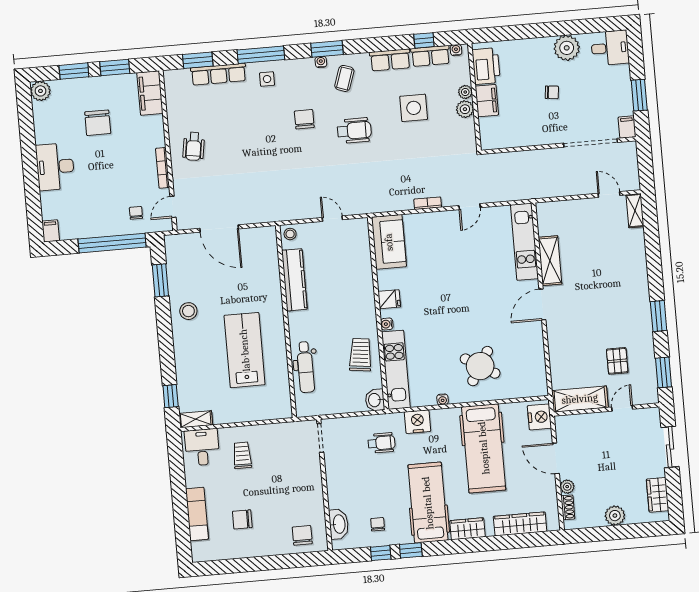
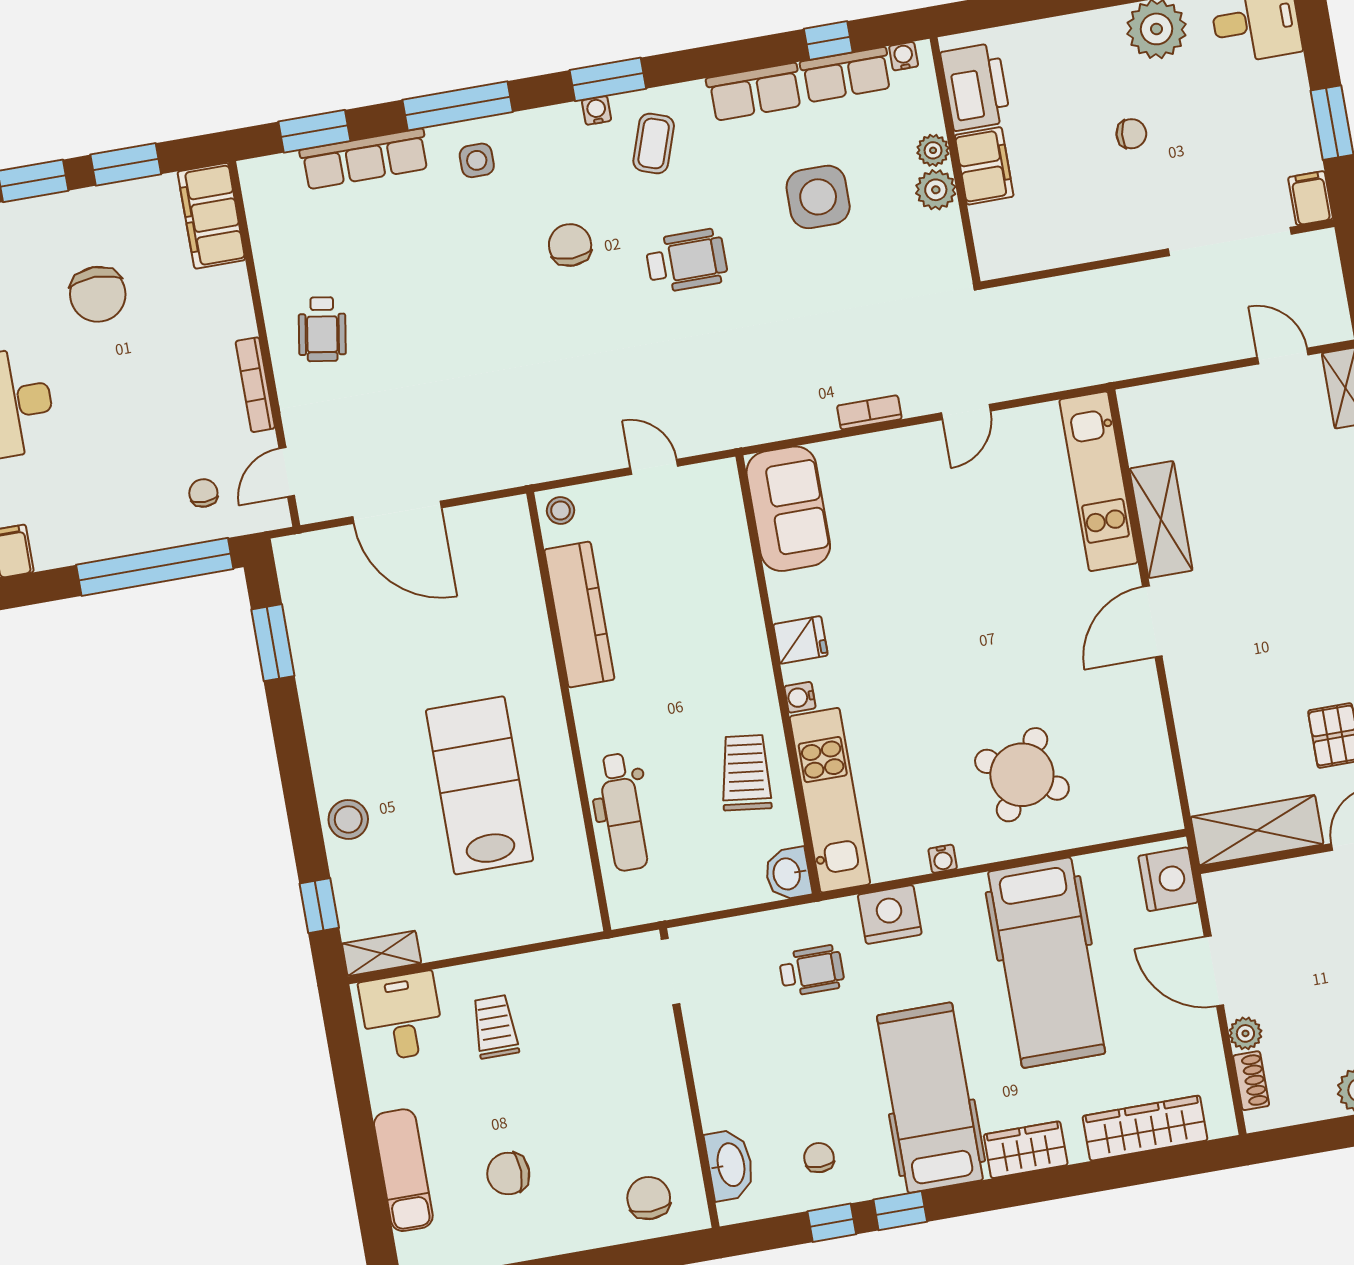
stool: (188, 311) -> (348, 819), moved

